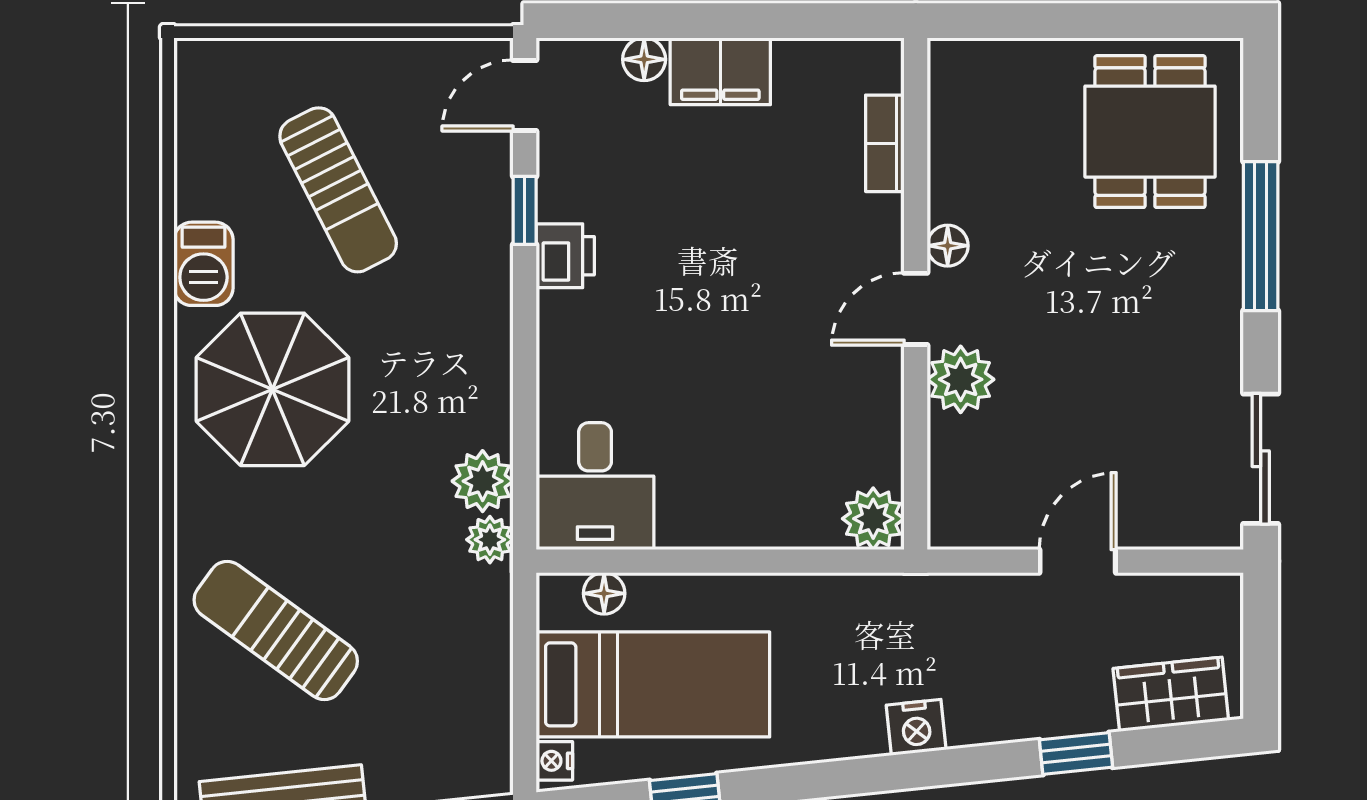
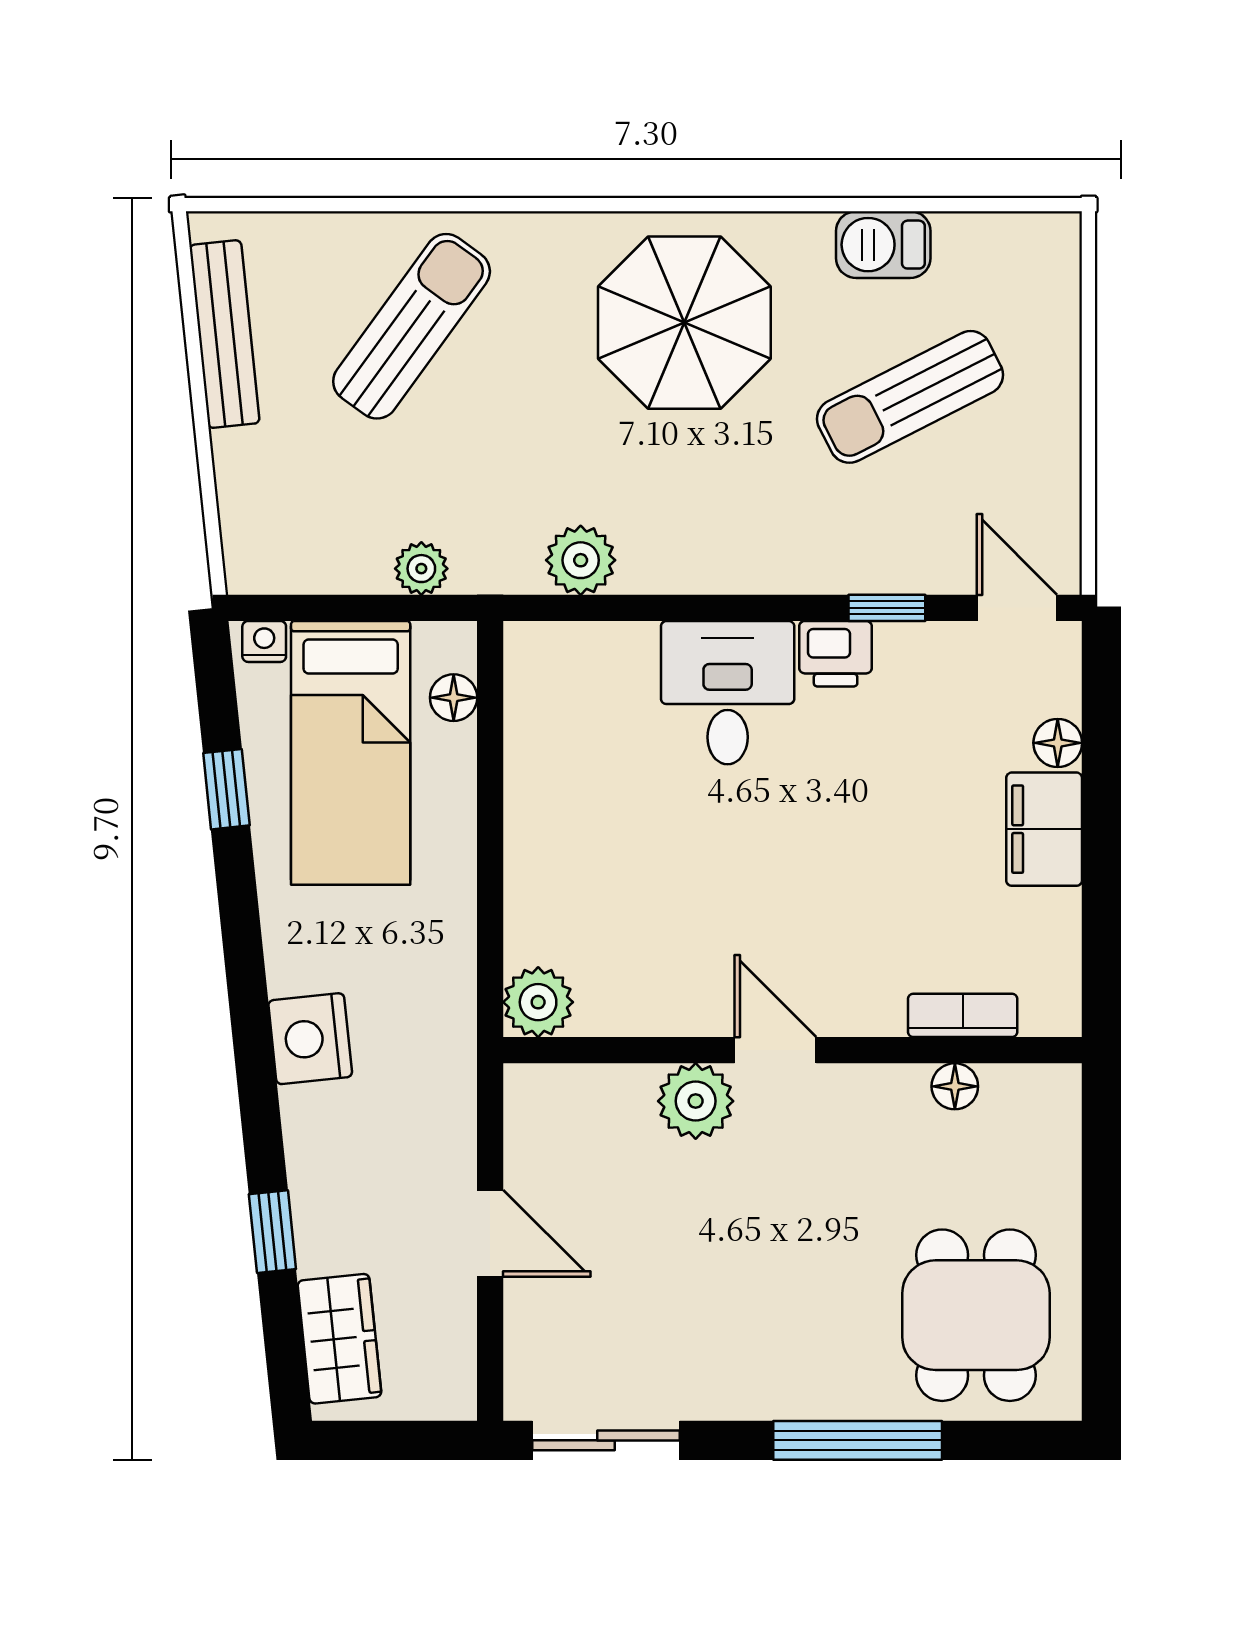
dining table: (1150, 132) -> (976, 1315), turned 90
floor lamp: (948, 246) -> (955, 1086), moved
barbecue: (203, 264) -> (883, 245), moved
desk: (595, 486) -> (728, 693), moved, turned 90
plant: (490, 540) -> (421, 569), moved
nightstand: (916, 727) -> (310, 1039), width x1.36, depth x1.33

